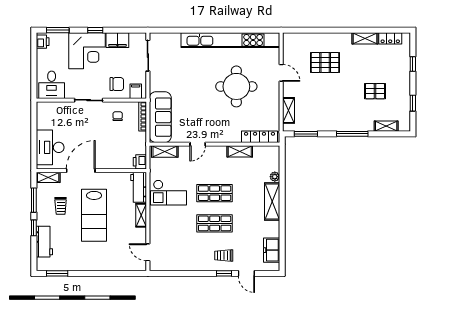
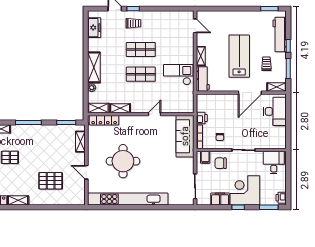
shelving: (165, 152) -> (98, 108), moved
printer: (140, 162) -> (202, 118), moved
workbench: (44, 242) -> (280, 35), width x1.38

